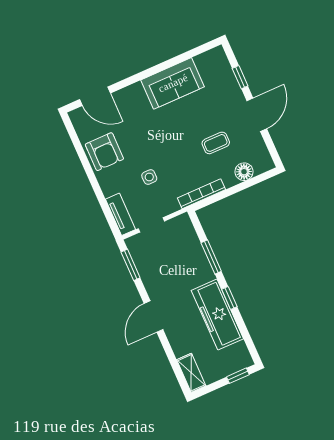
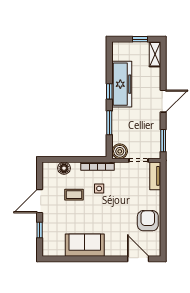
side table: (149, 177) -> (99, 188), moved
boiler: (181, 226) -> (120, 151), added
window: (238, 376) -> (140, 39), moved

